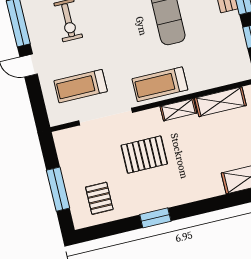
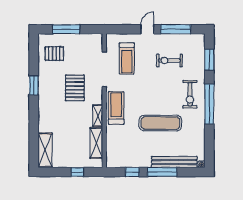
treadmill: (81, 86) -> (127, 58), turned 180

